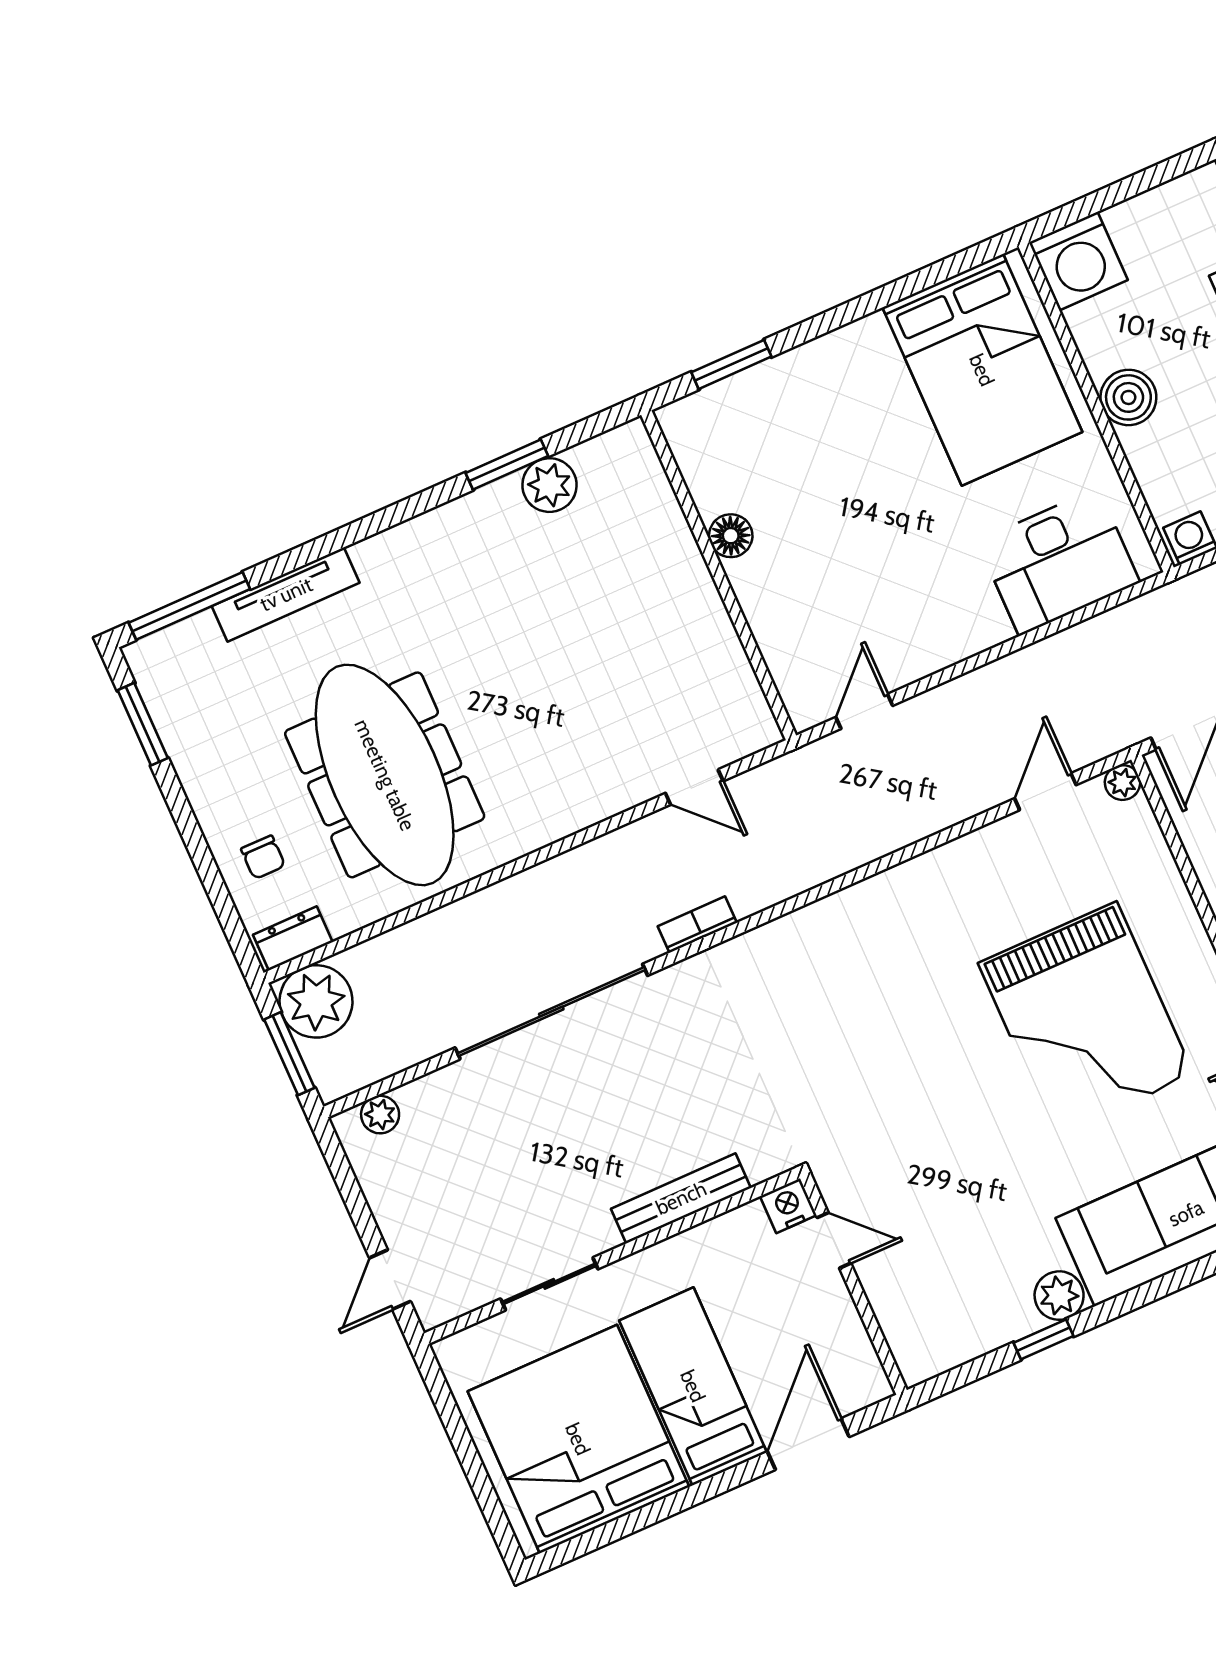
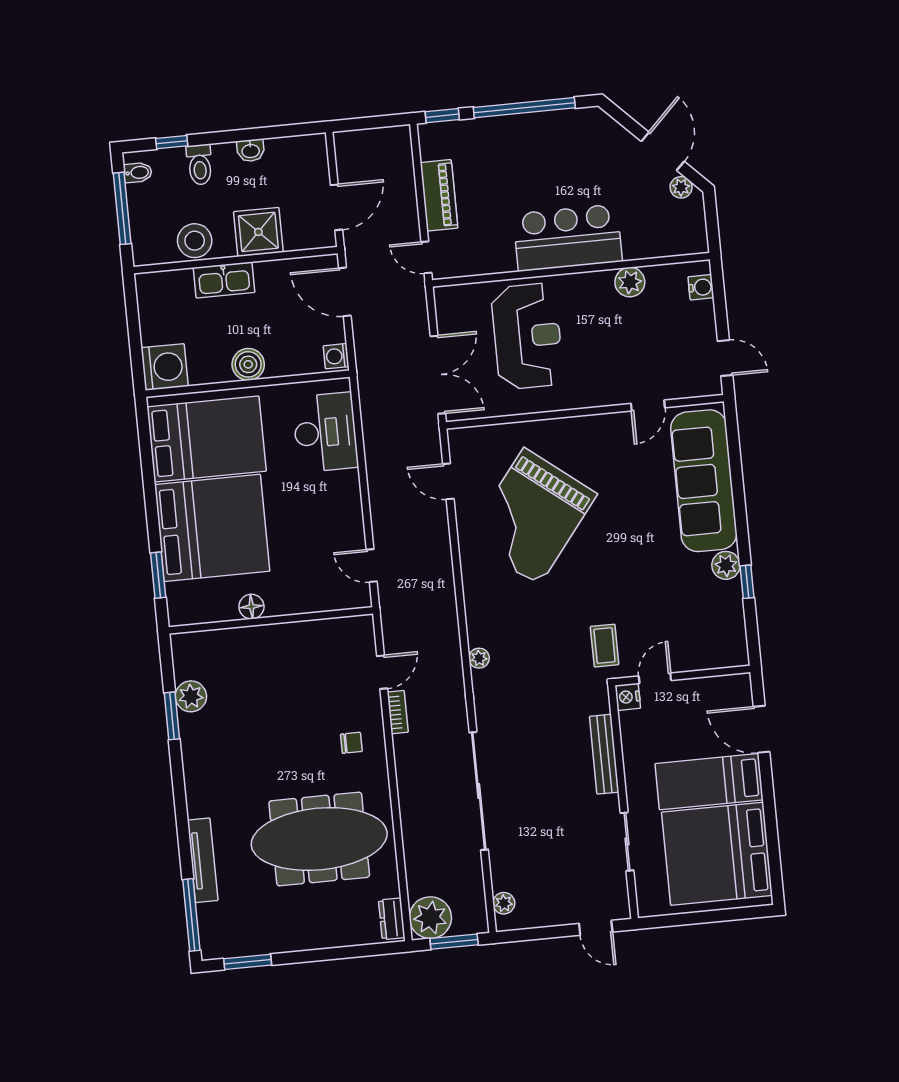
bed: (839, 428) -> (212, 528), added
plant: (1123, 783) -> (479, 658), moved
chair: (263, 857) -> (351, 743), moved
bookcase: (697, 925) -> (398, 712), moved, turned 180
grand piano: (1086, 1019) -> (531, 517), moved, turned 128
coffee table: (860, 1139) -> (605, 646), added

